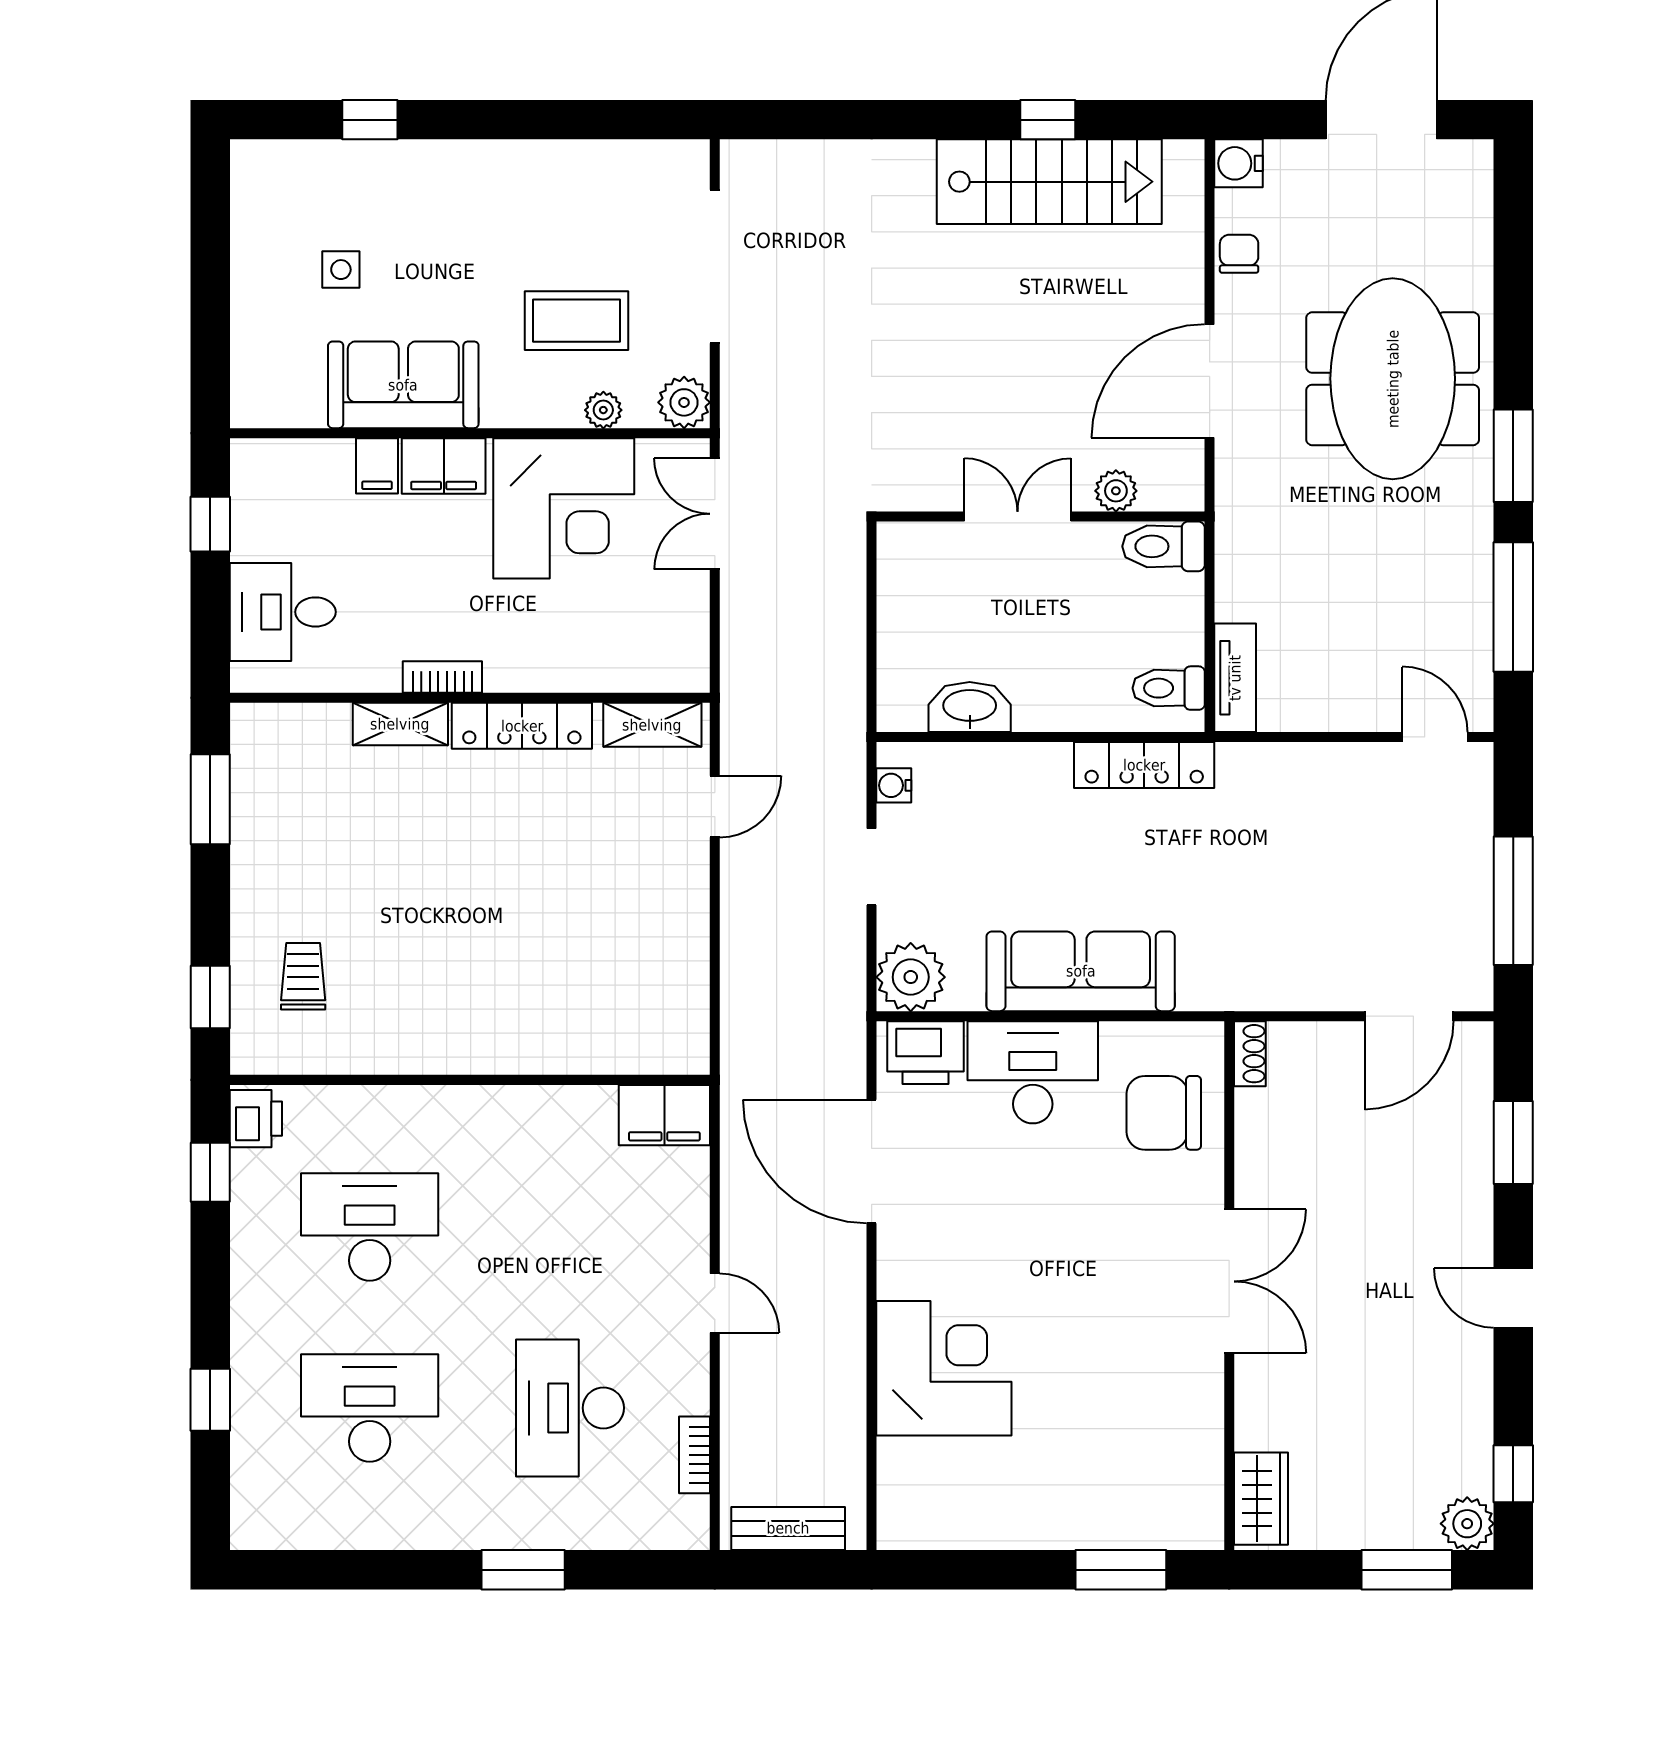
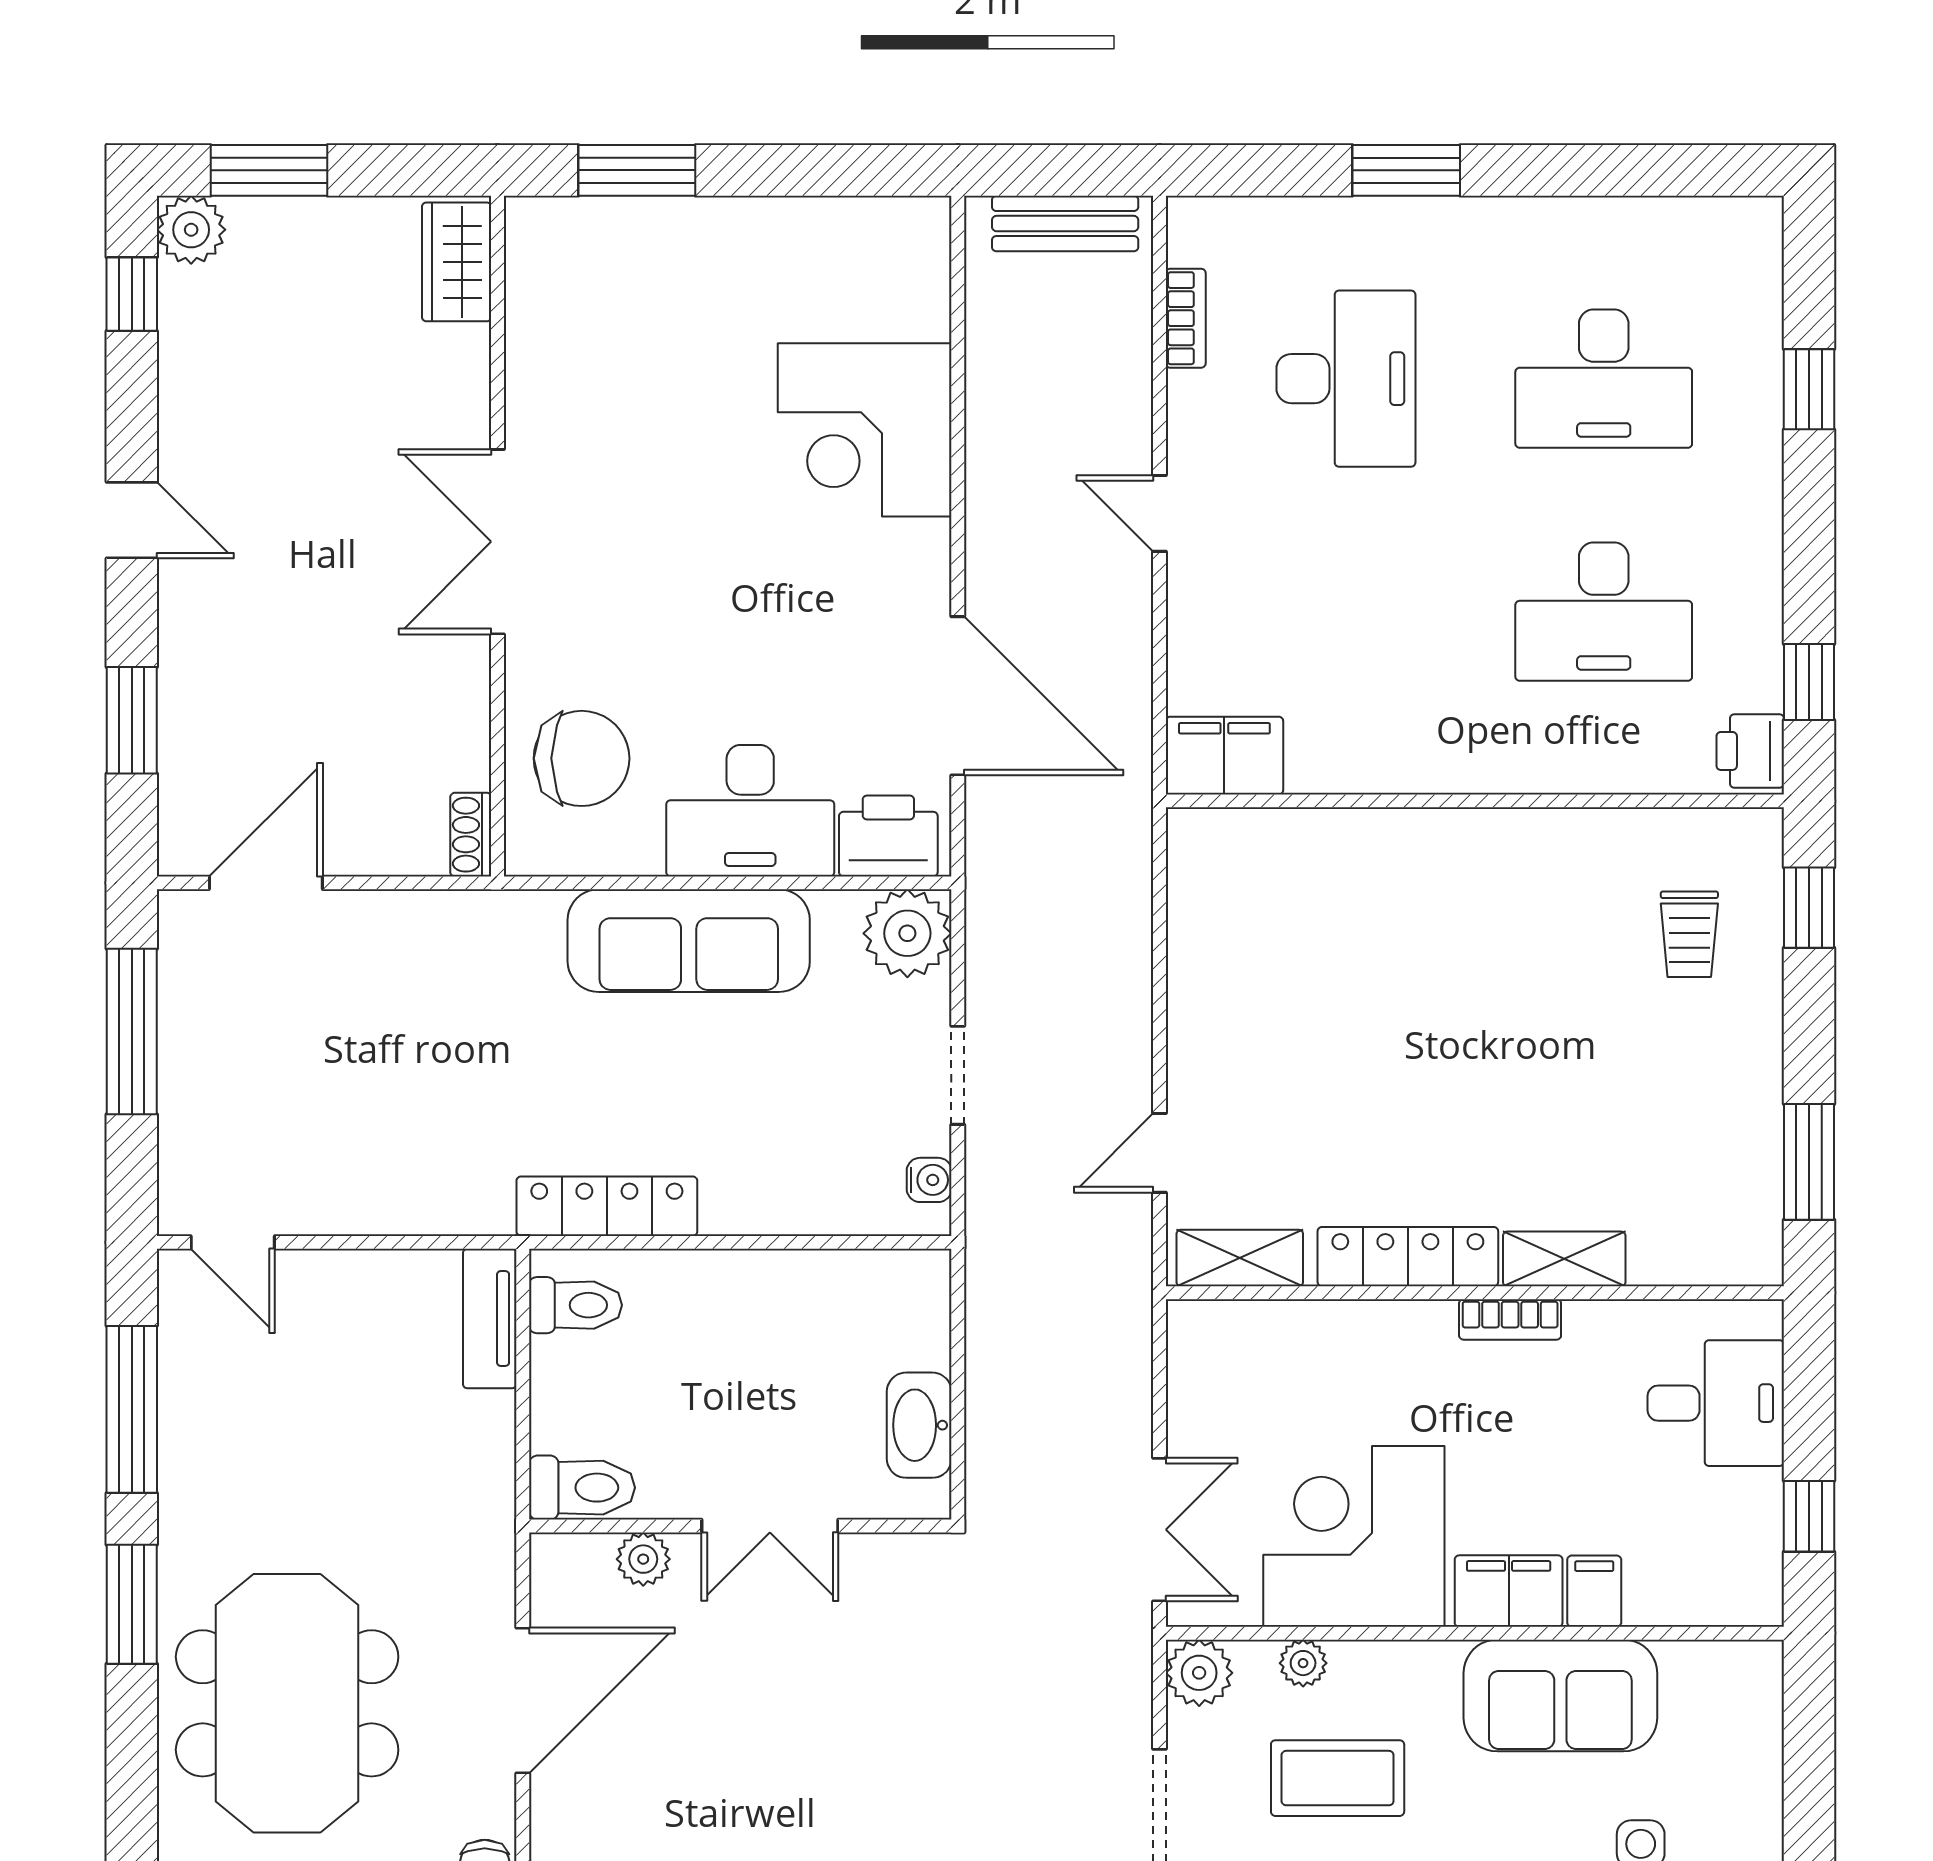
washbasin: (970, 707) -> (919, 1425), moved, turned 90

